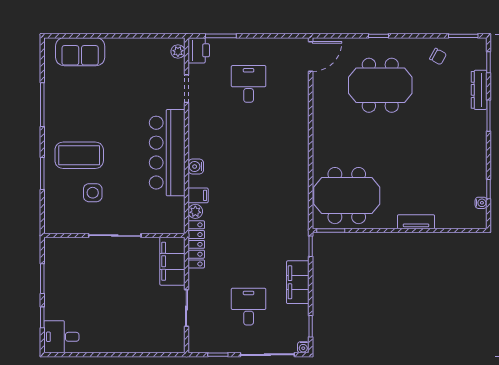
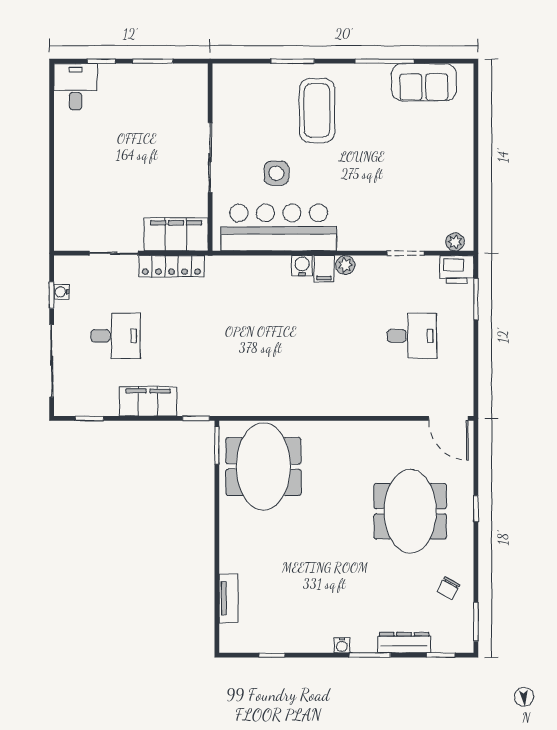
sofa: (80, 52) -> (424, 82), moved, turned -90
bar counter: (167, 153) -> (279, 227), moved
side table: (93, 193) -> (276, 173), moved
filing cabinet: (198, 195) -> (324, 269), moved
water cooler: (481, 203) -> (342, 645), moved
plant: (195, 211) -> (345, 265), moved
tv unit: (416, 222) -> (229, 598), moved
locker: (196, 244) -> (172, 266), moved
water cooler: (303, 347) -> (62, 292), moved

